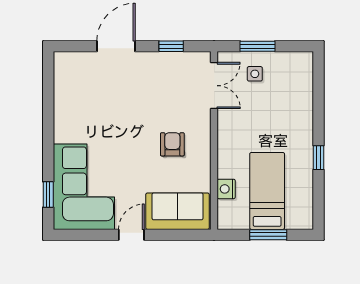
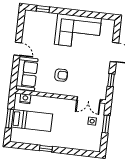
corner sofa: (84, 187) -> (78, 31), moved
nightstand: (226, 189) -> (25, 99), moved

